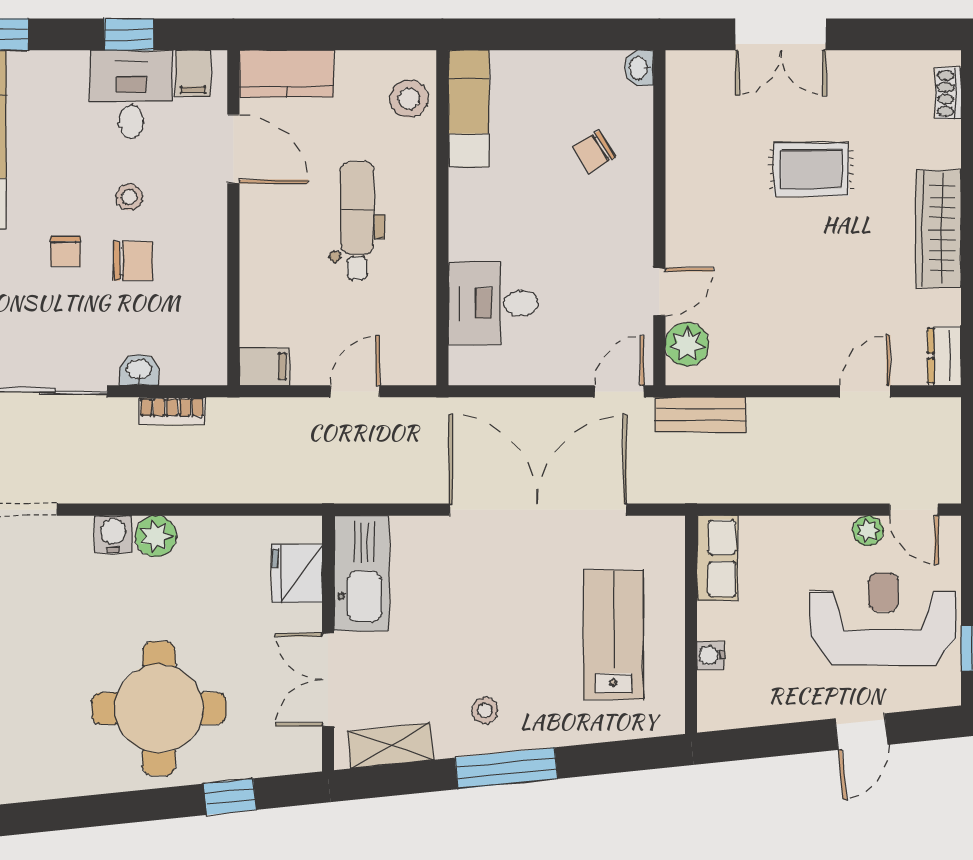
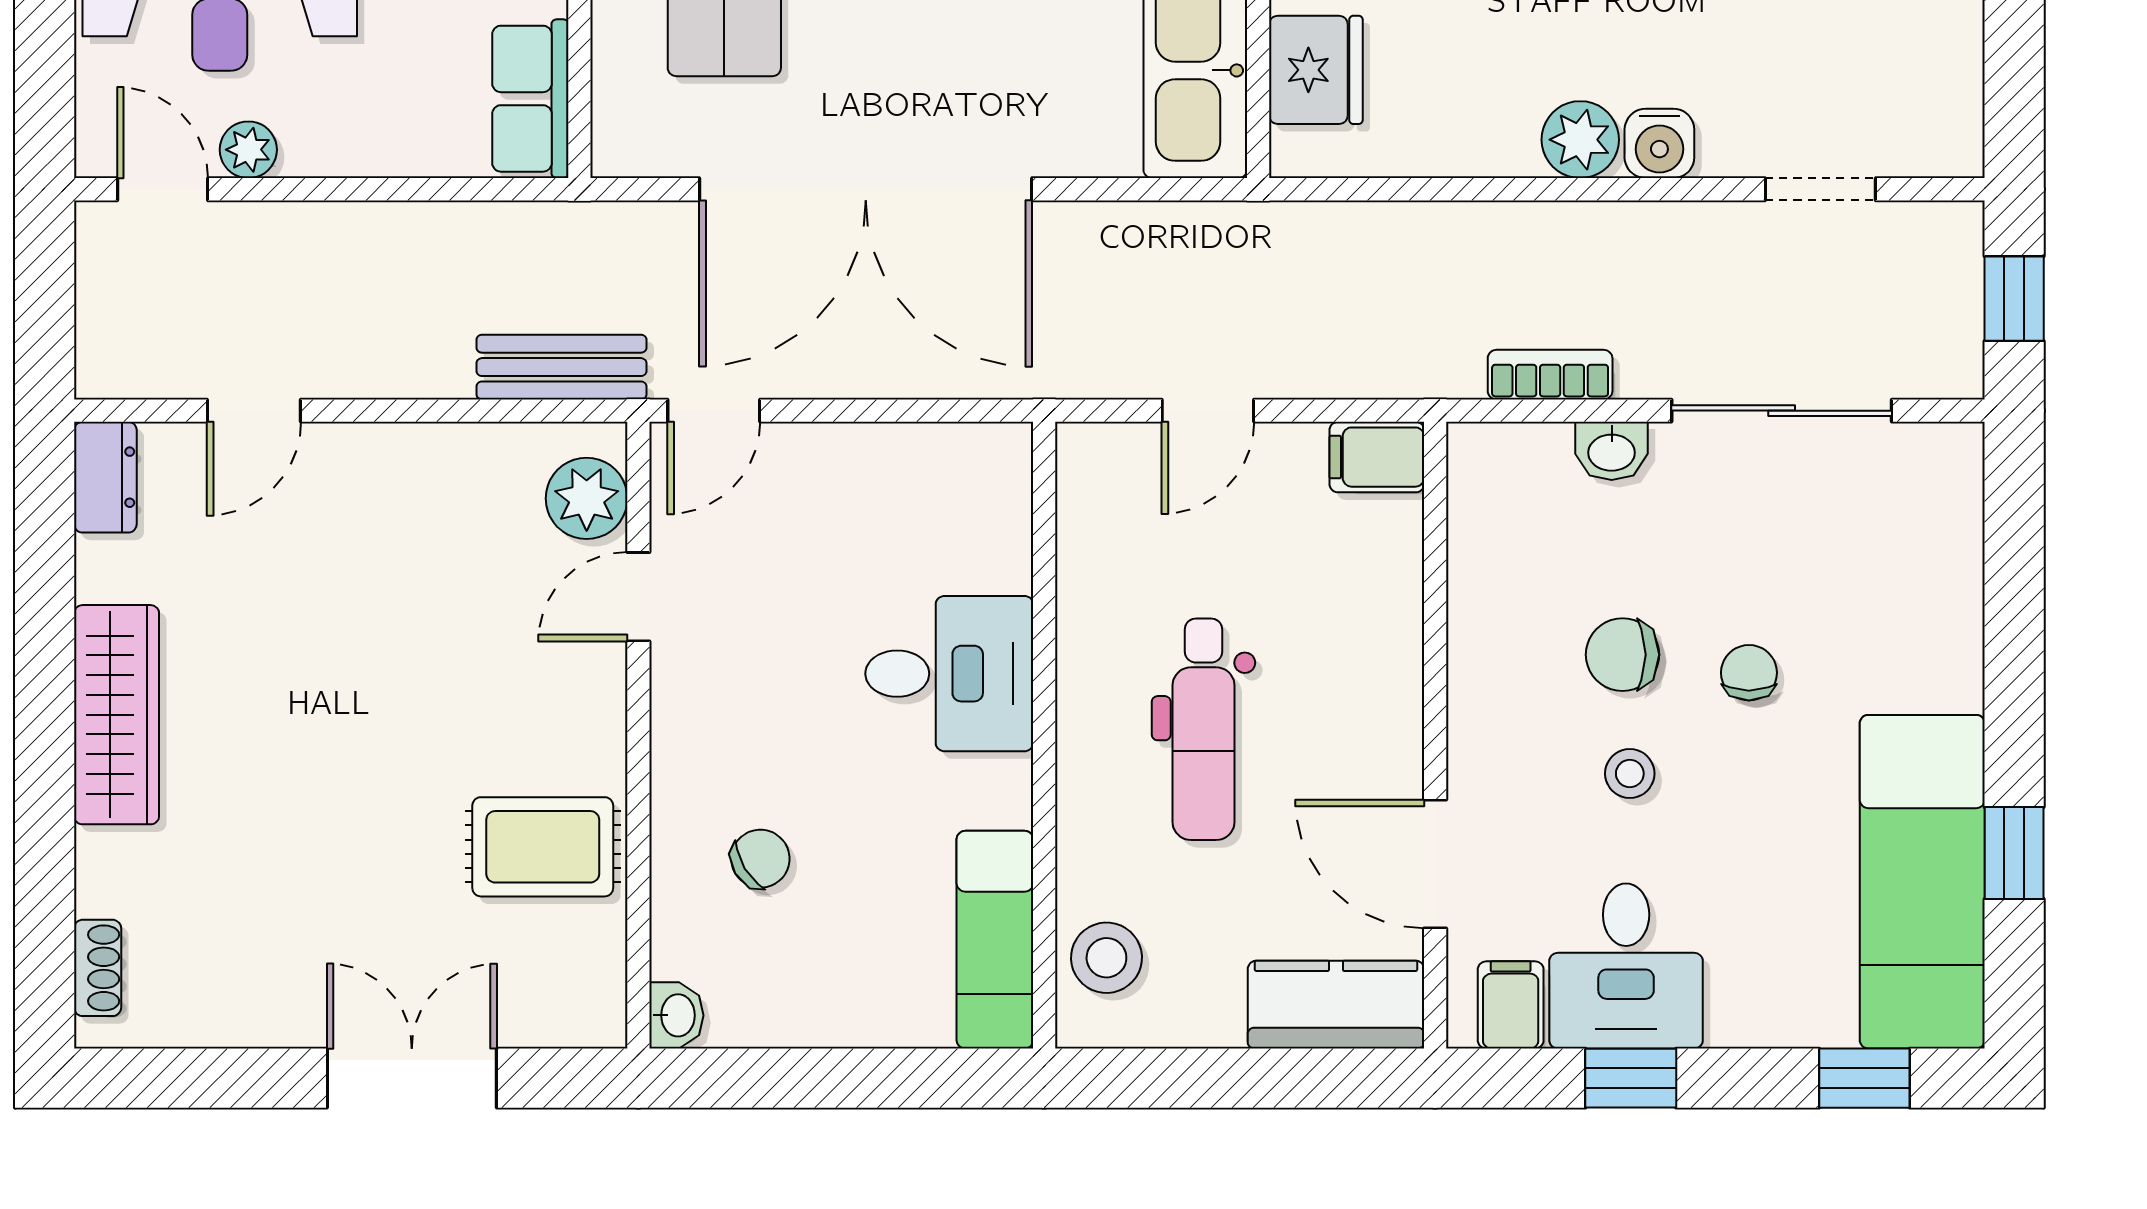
rug: (811, 169) -> (543, 847), moved
desk: (493, 303) -> (949, 674), moved

